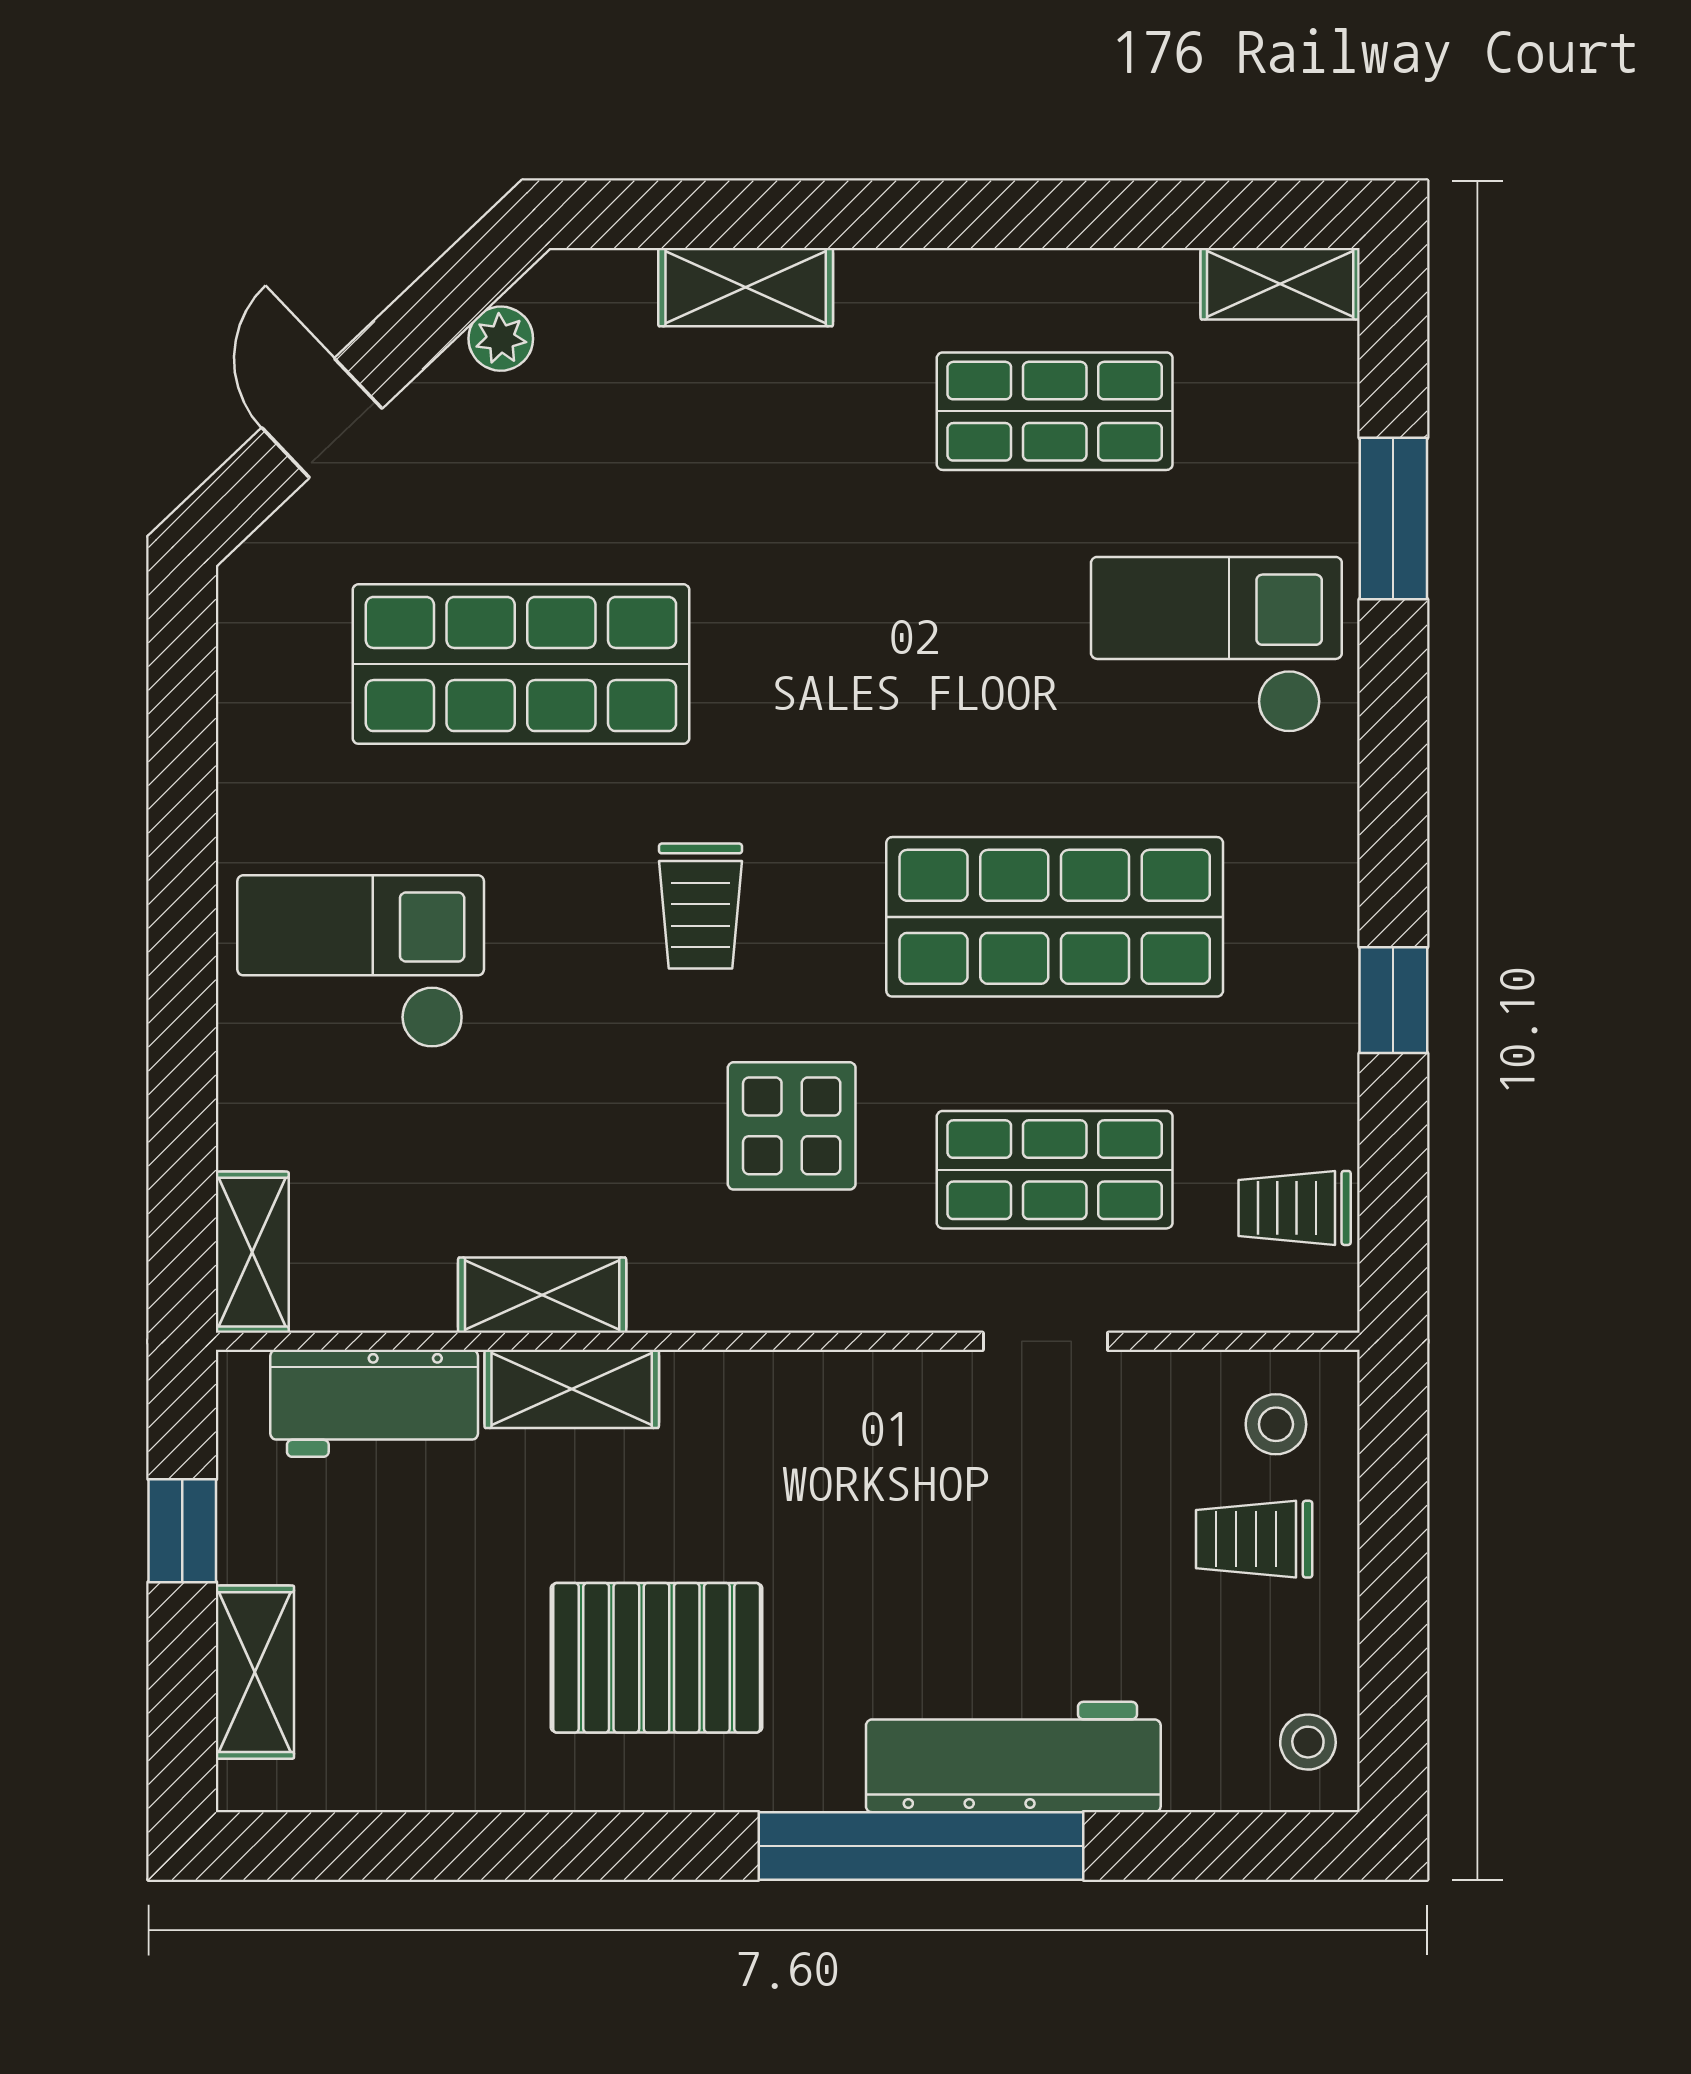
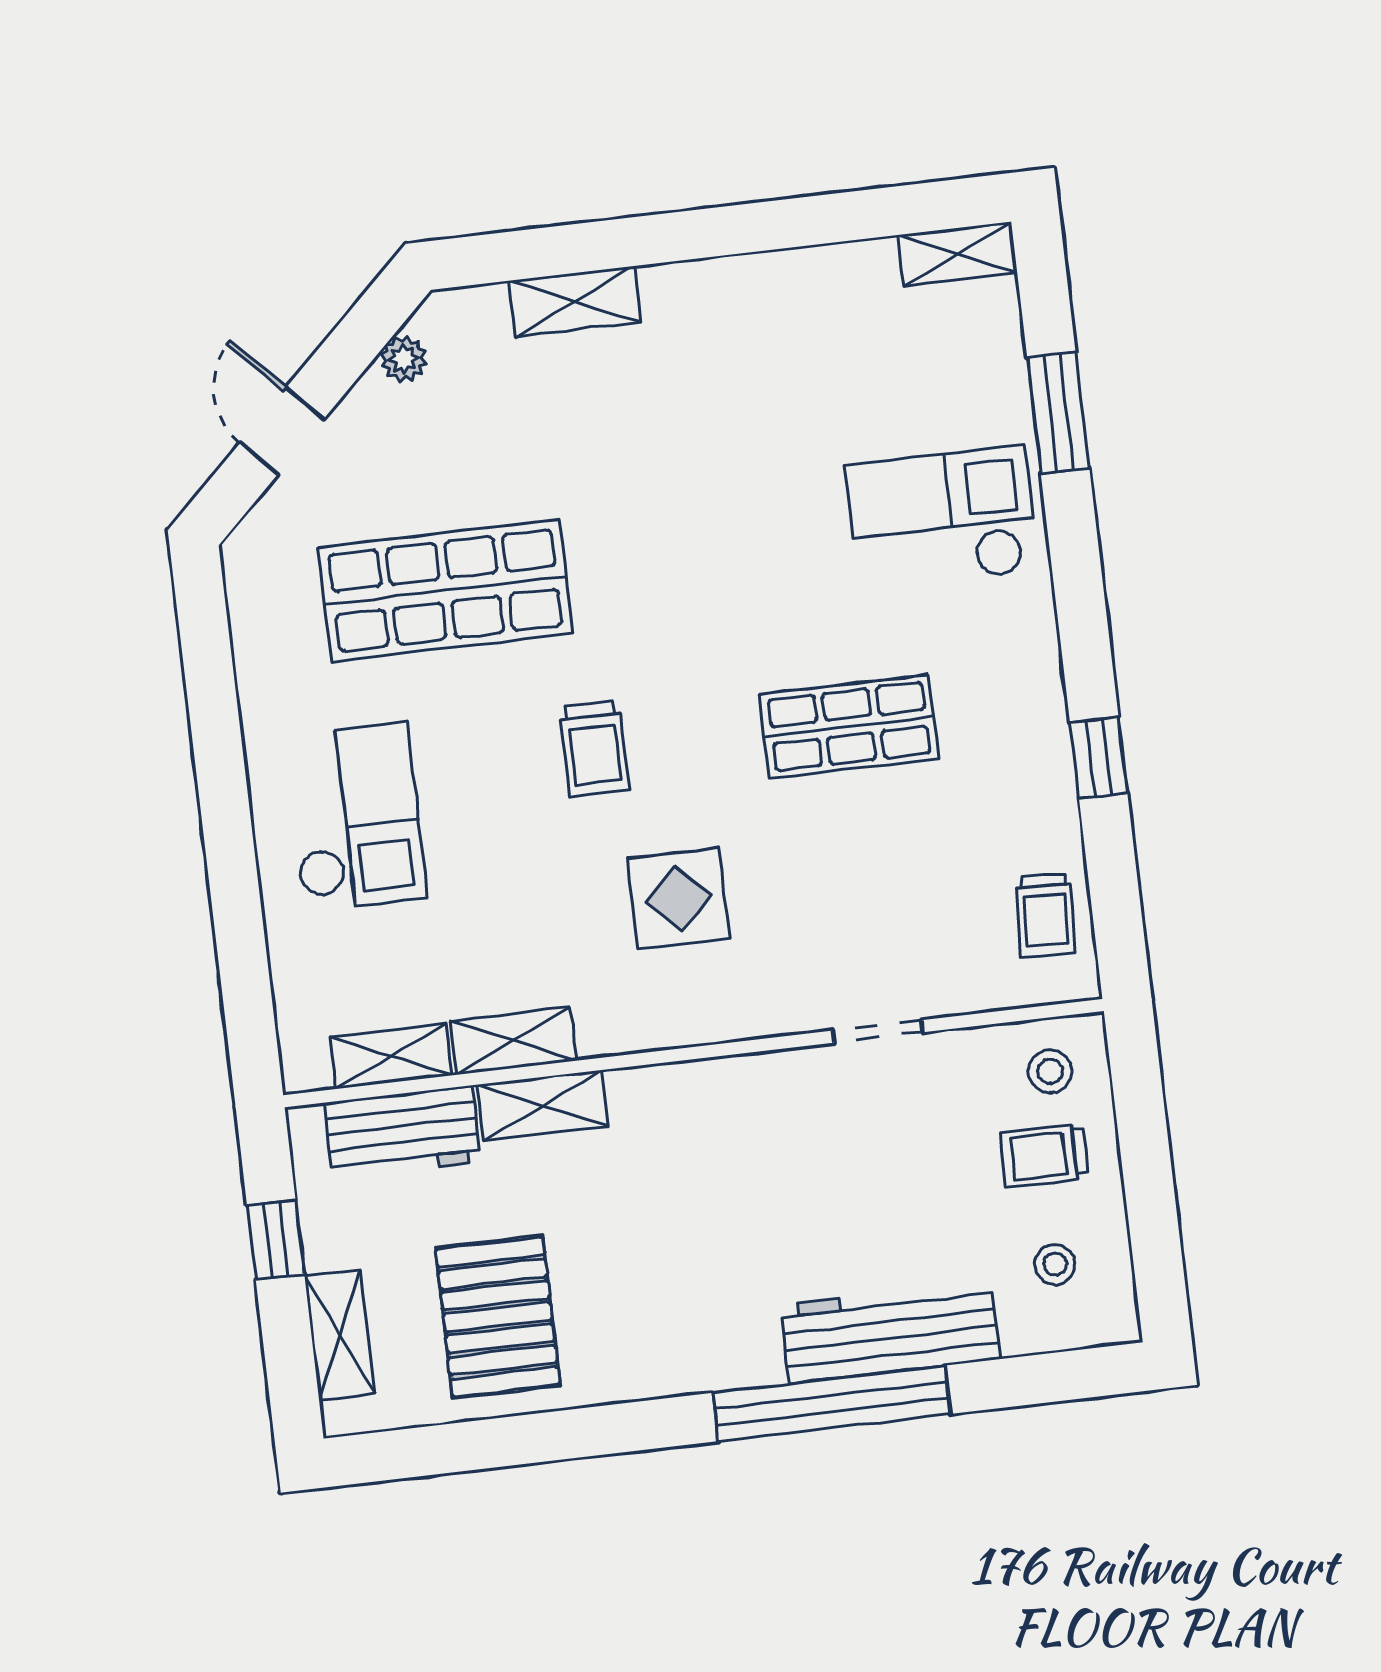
shop shelf: (1055, 411) -> (806, 364), removed
shop shelf: (1055, 917) -> (849, 727), width x0.70, depth x0.74
checkout: (361, 962) -> (356, 817), turned 90
shop shelf: (1055, 1170) -> (870, 908), removed
trolley: (1295, 1208) -> (1045, 915), turned -87
shelving: (252, 1252) -> (391, 1056), moved, turned 90
pallet: (657, 1658) -> (498, 1317), moved, turned 90
stool: (1308, 1742) -> (1055, 1264), moved

